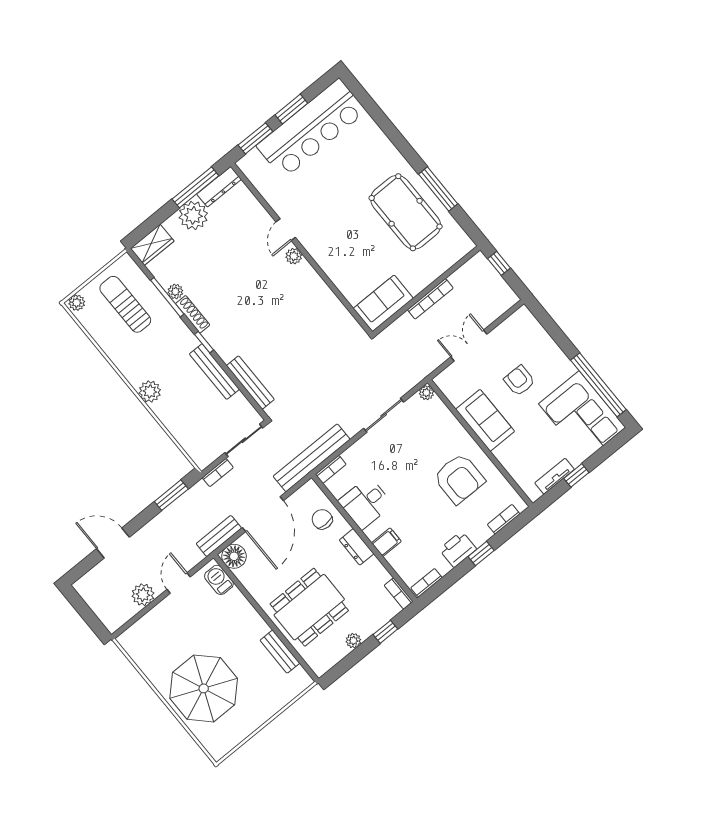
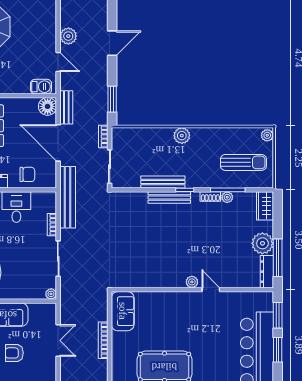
shoe rack: (193, 314) -> (210, 196), width x0.70
armchair: (519, 381) -> (14, 353), turned 180
bench: (250, 383) -> (169, 197), moved
bookcase: (331, 469) -> (52, 225), moved

